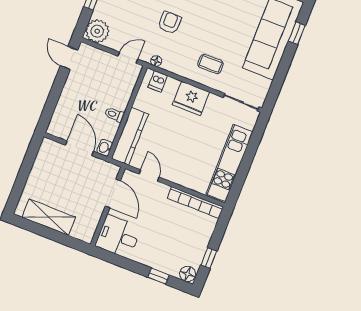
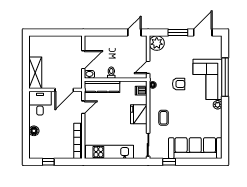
window: (297, 33) -> (169, 162), moved
door: (128, 58) -> (148, 67), swing flipped
shelving: (49, 217) -> (35, 73), moved
floor lamp: (188, 274) -> (34, 131), moved
window: (159, 276) -> (26, 136), removed

